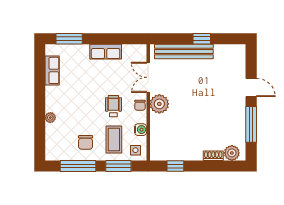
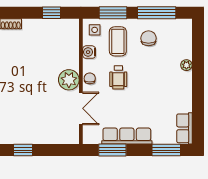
window: (119, 39) -> (112, 150), added
row of seats: (106, 52) -> (127, 136), width x1.48
bench: (184, 52) -> (42, 136), removed
row of seats: (52, 70) -> (184, 128), moved

